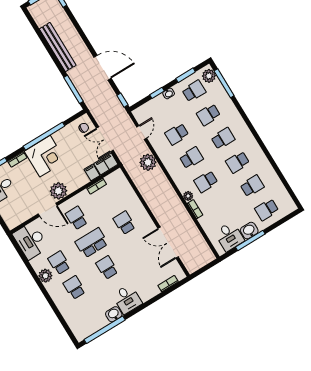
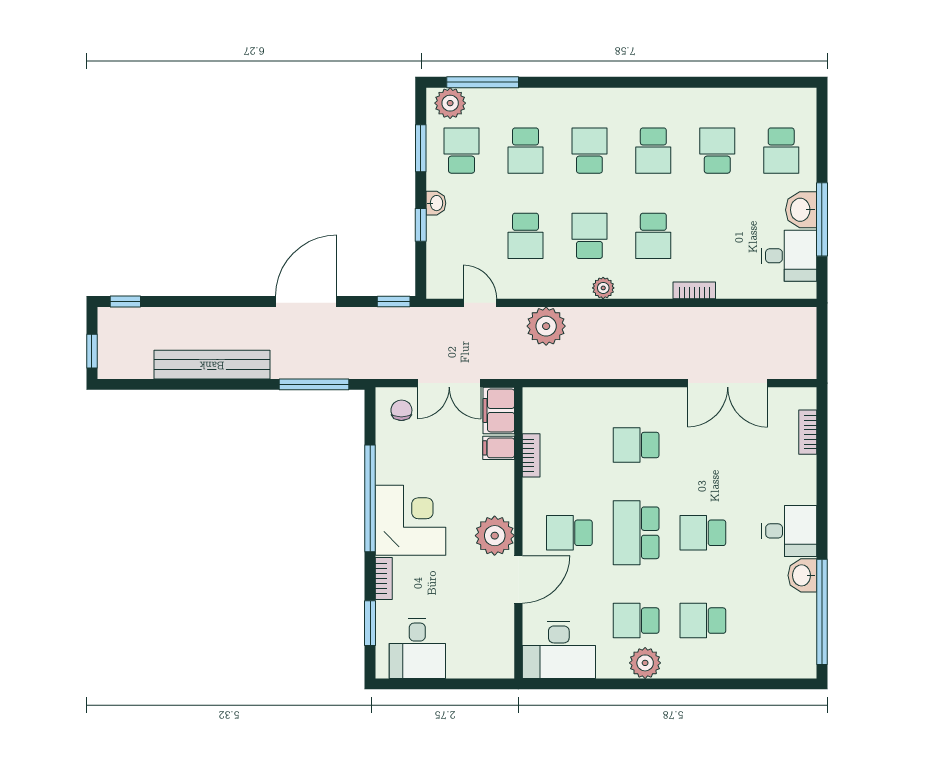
plant: (188, 196) -> (603, 288), moved

